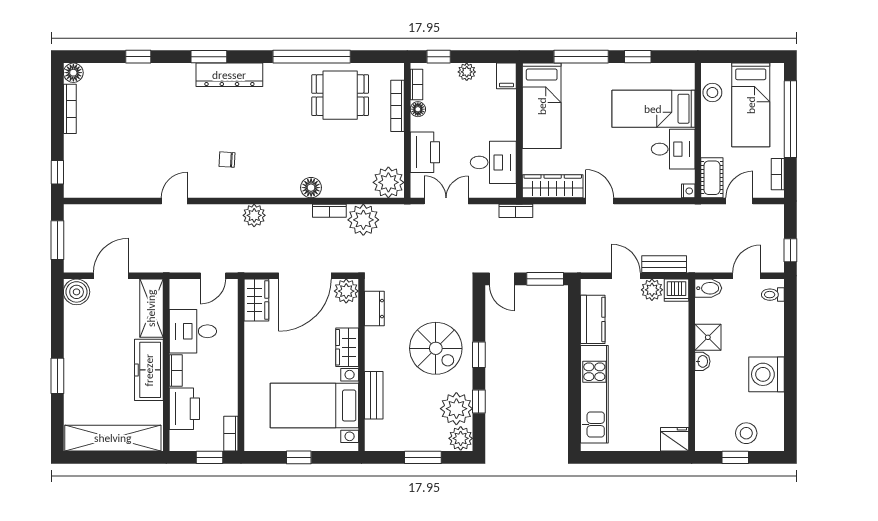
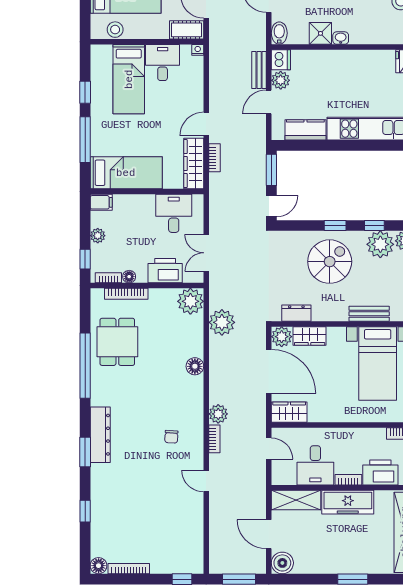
bookcase: (329, 211) -> (214, 439), moved
bookcase: (516, 211) -> (214, 158), moved
wardrobe: (347, 347) -> (310, 336), moved

